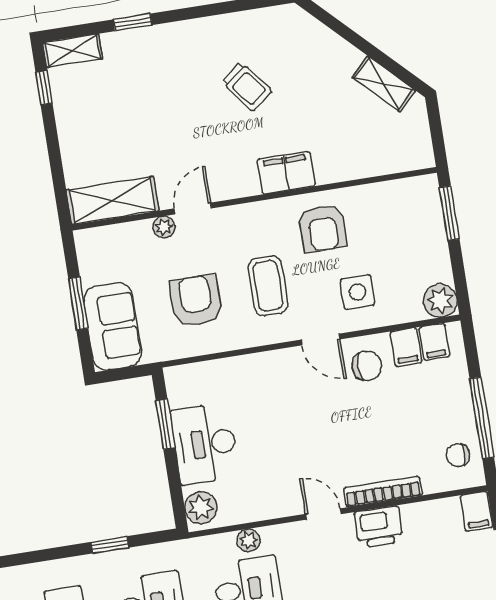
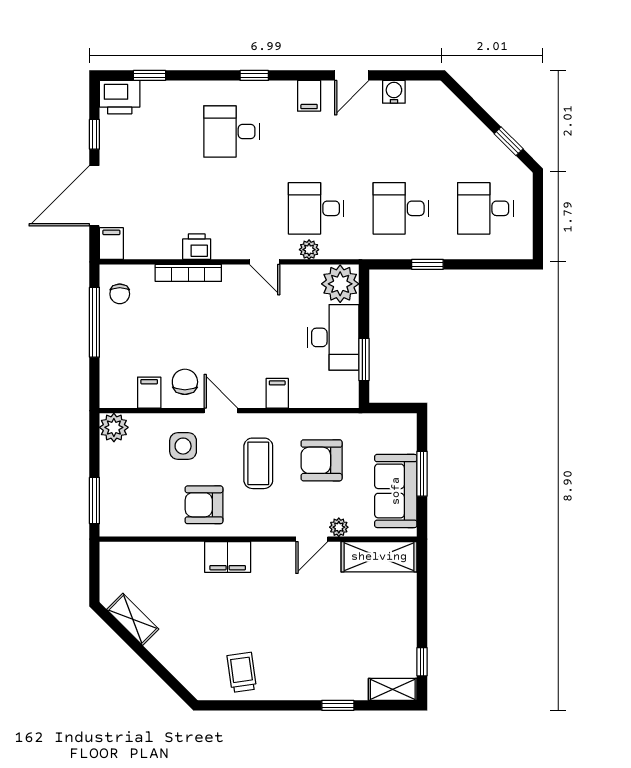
trolley: (247, 87) -> (242, 672), moved, turned 30
armchair: (323, 228) -> (204, 505), turned -90
armchair: (196, 301) -> (322, 460), turned 90
sofa: (113, 326) -> (396, 491), moved
filing cabinet: (434, 342) -> (277, 393), moved
chair: (367, 366) -> (185, 382), turned 90
chair: (458, 455) -> (120, 294), turned 90
plant: (201, 508) -> (340, 284), width x1.36, depth x1.36
door: (323, 514) -> (265, 262), moved
printer: (379, 527) -> (197, 247), width x0.73, depth x0.81

